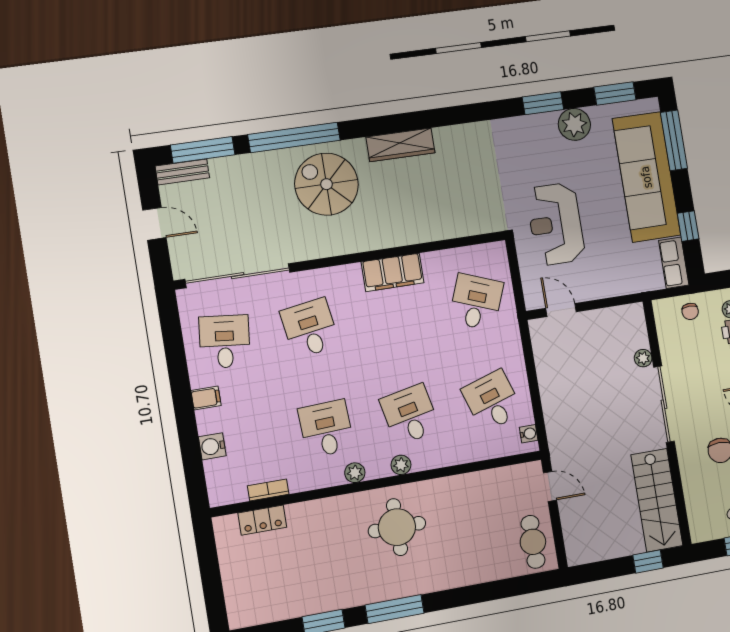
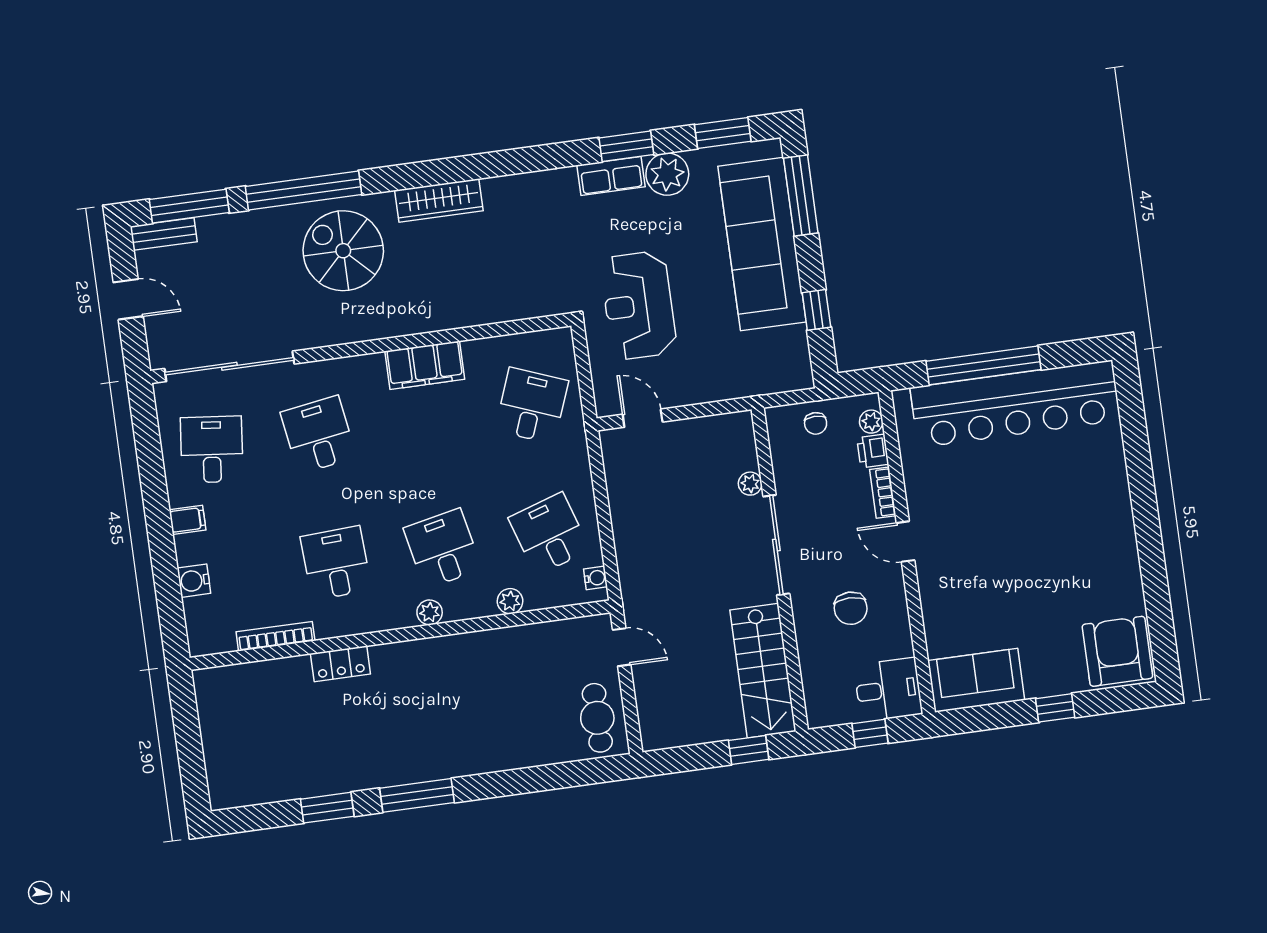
row of seats: (674, 263) -> (611, 176), moved, turned -90
plant: (355, 473) -> (510, 601), moved
bookcase: (268, 490) -> (275, 636), width x1.56
locker: (262, 520) -> (340, 664), moved
round table: (397, 527) -> (423, 692), removed

